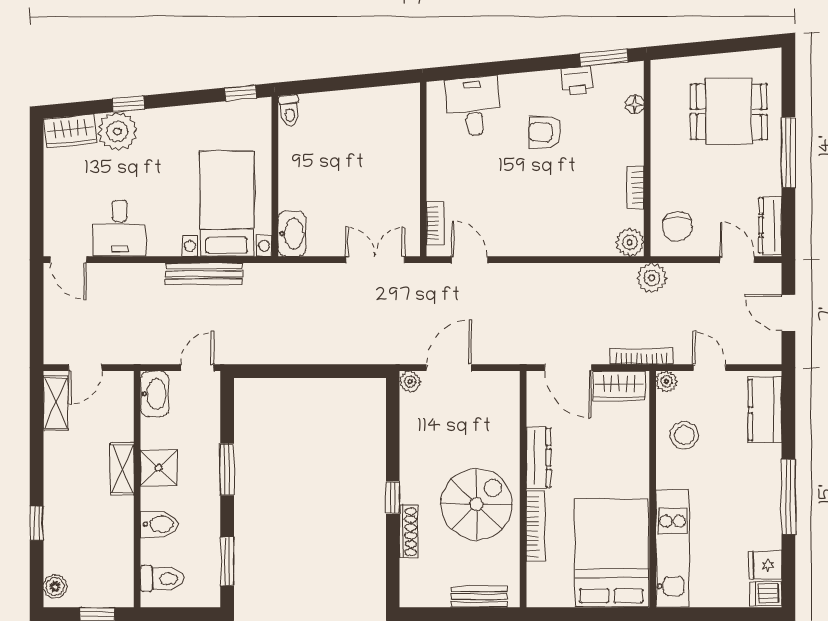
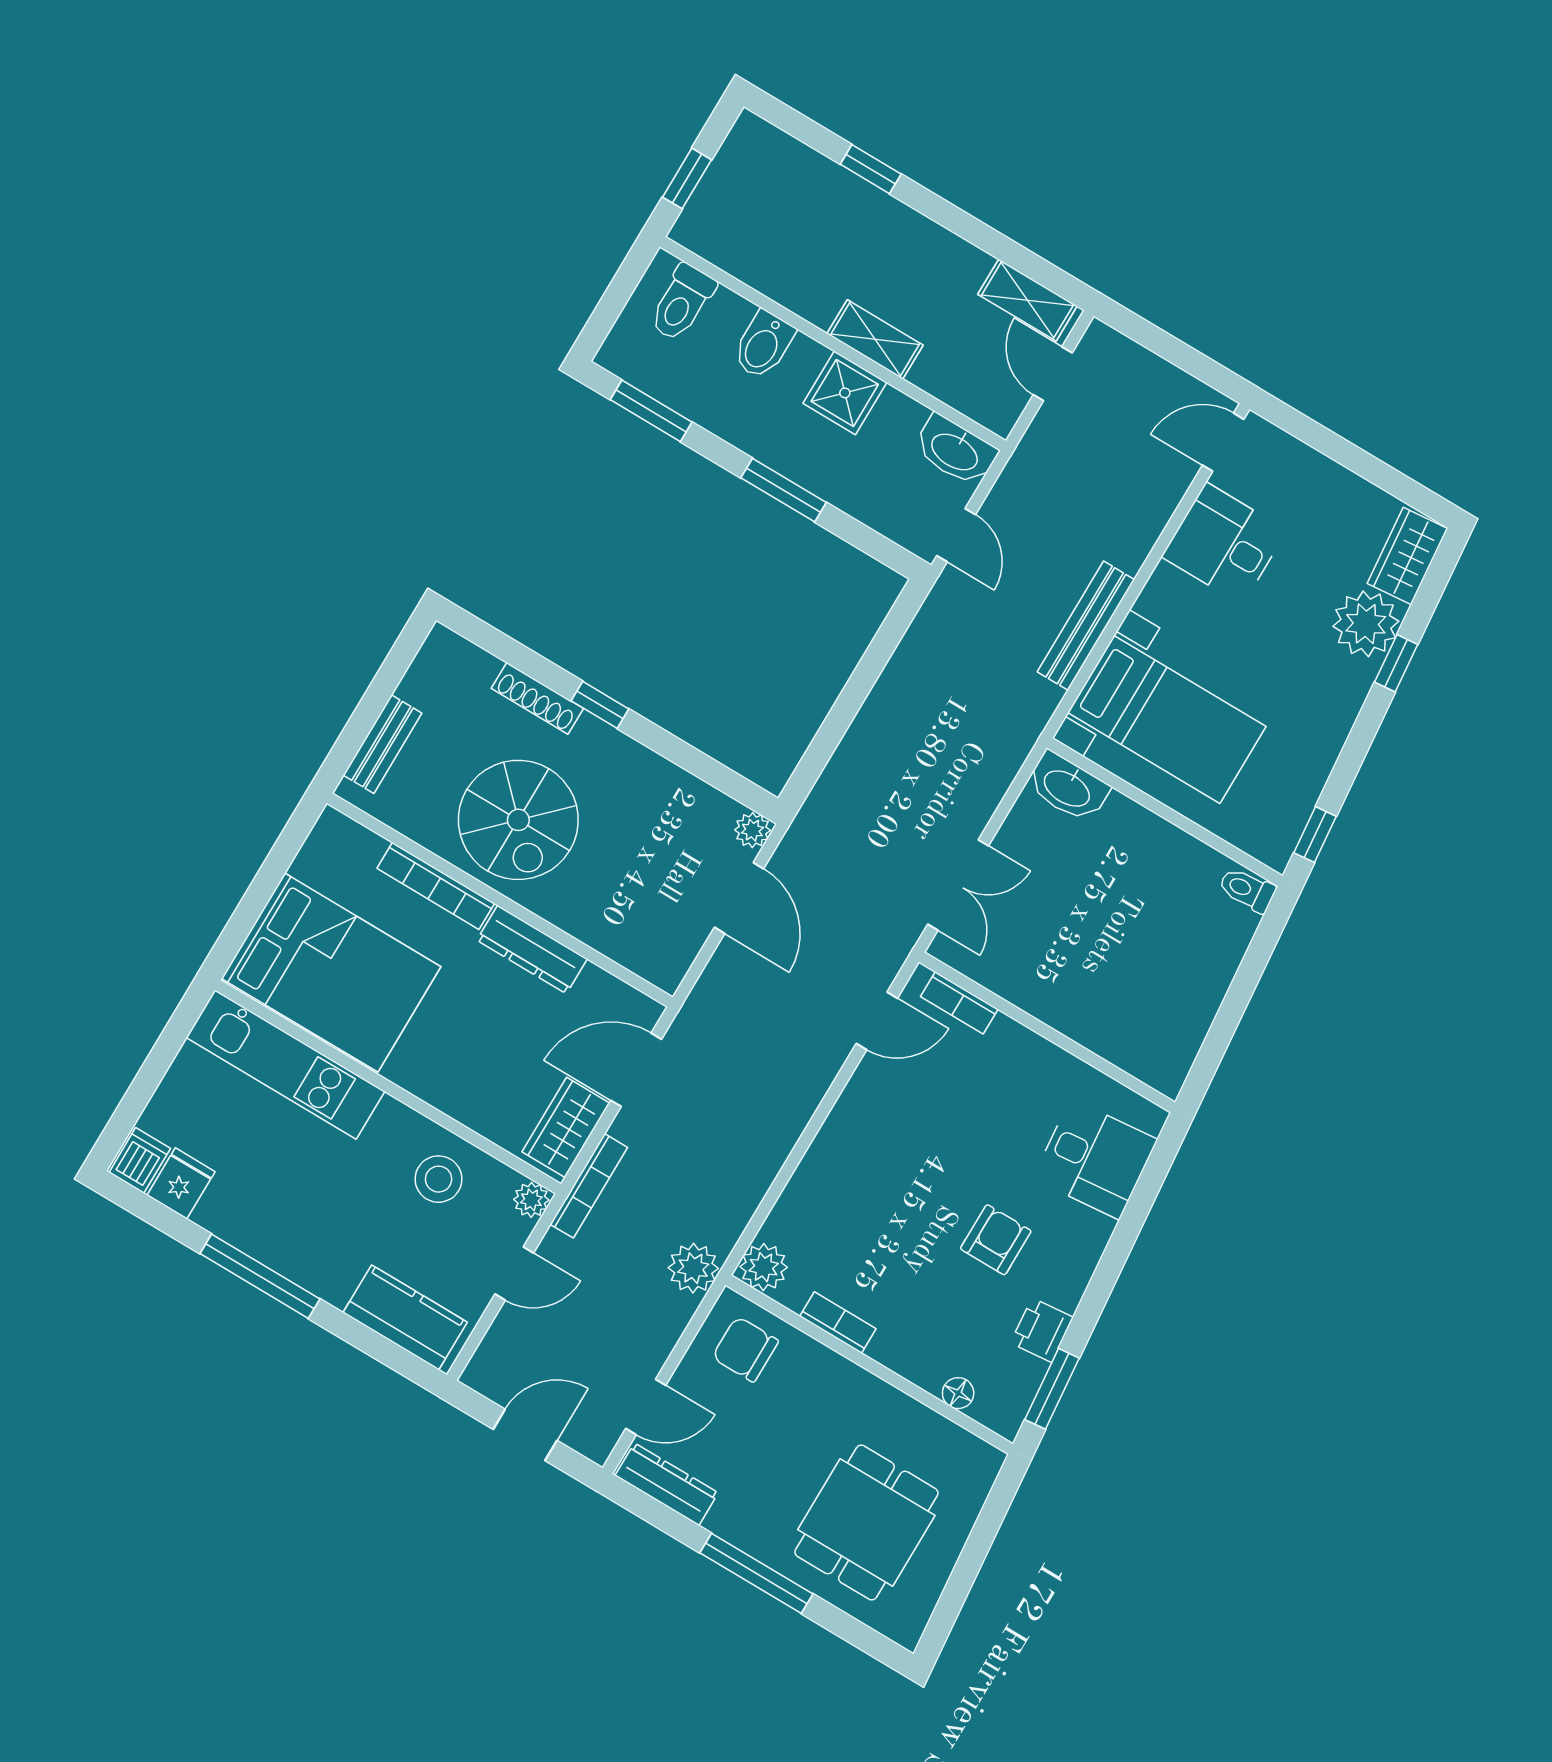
boiler: (55, 587) -> (763, 141), removed

